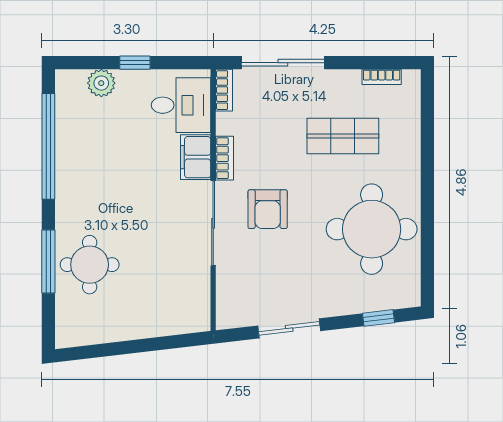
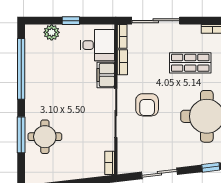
bookcase: (225, 158) -> (122, 62), moved
bookcase: (202, 310) -> (110, 163), added

